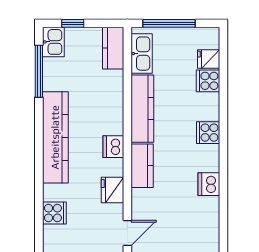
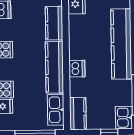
dishwasher: (113, 147) -> (77, 69), moved

